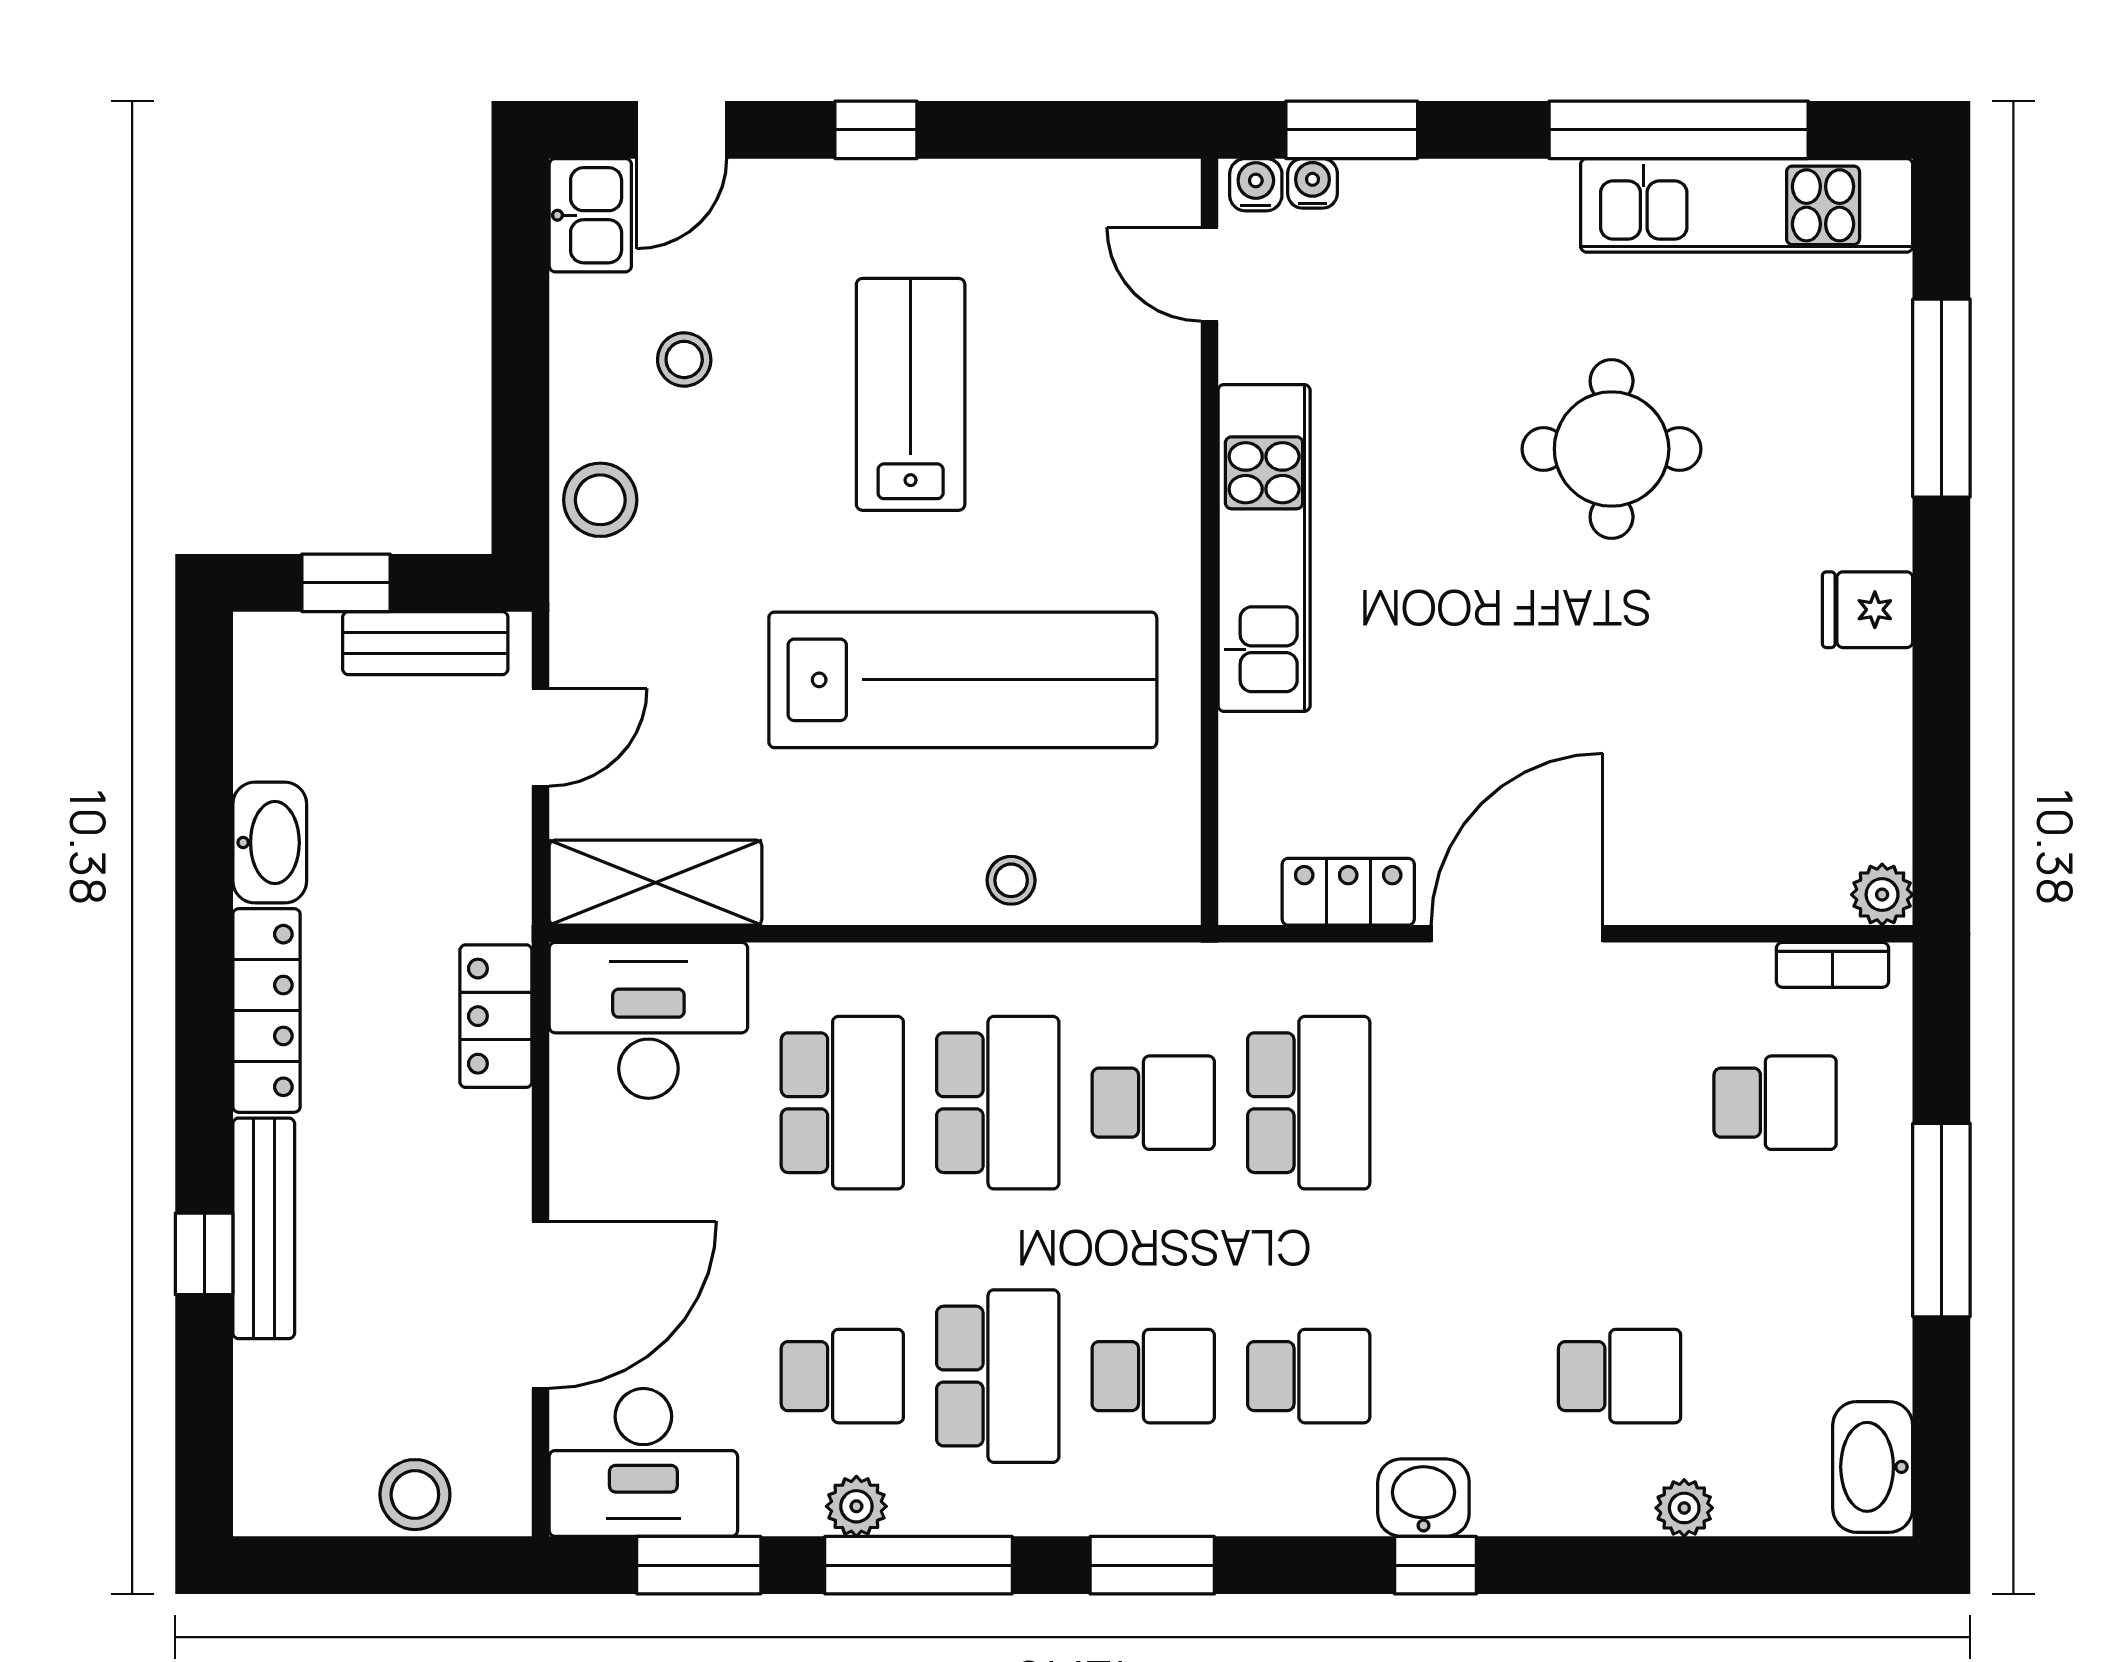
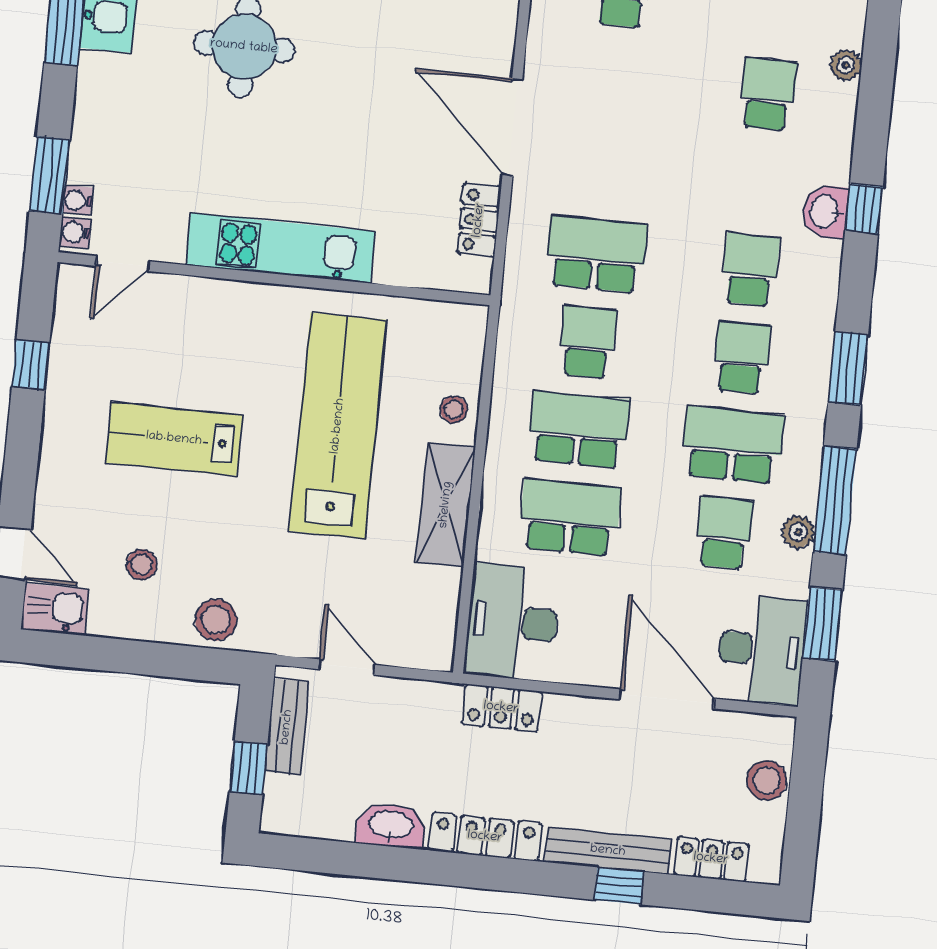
window: (876, 130) -> (31, 365), moved
shelving: (655, 883) -> (446, 505), moved
locker: (267, 1411) -> (711, 859), added

